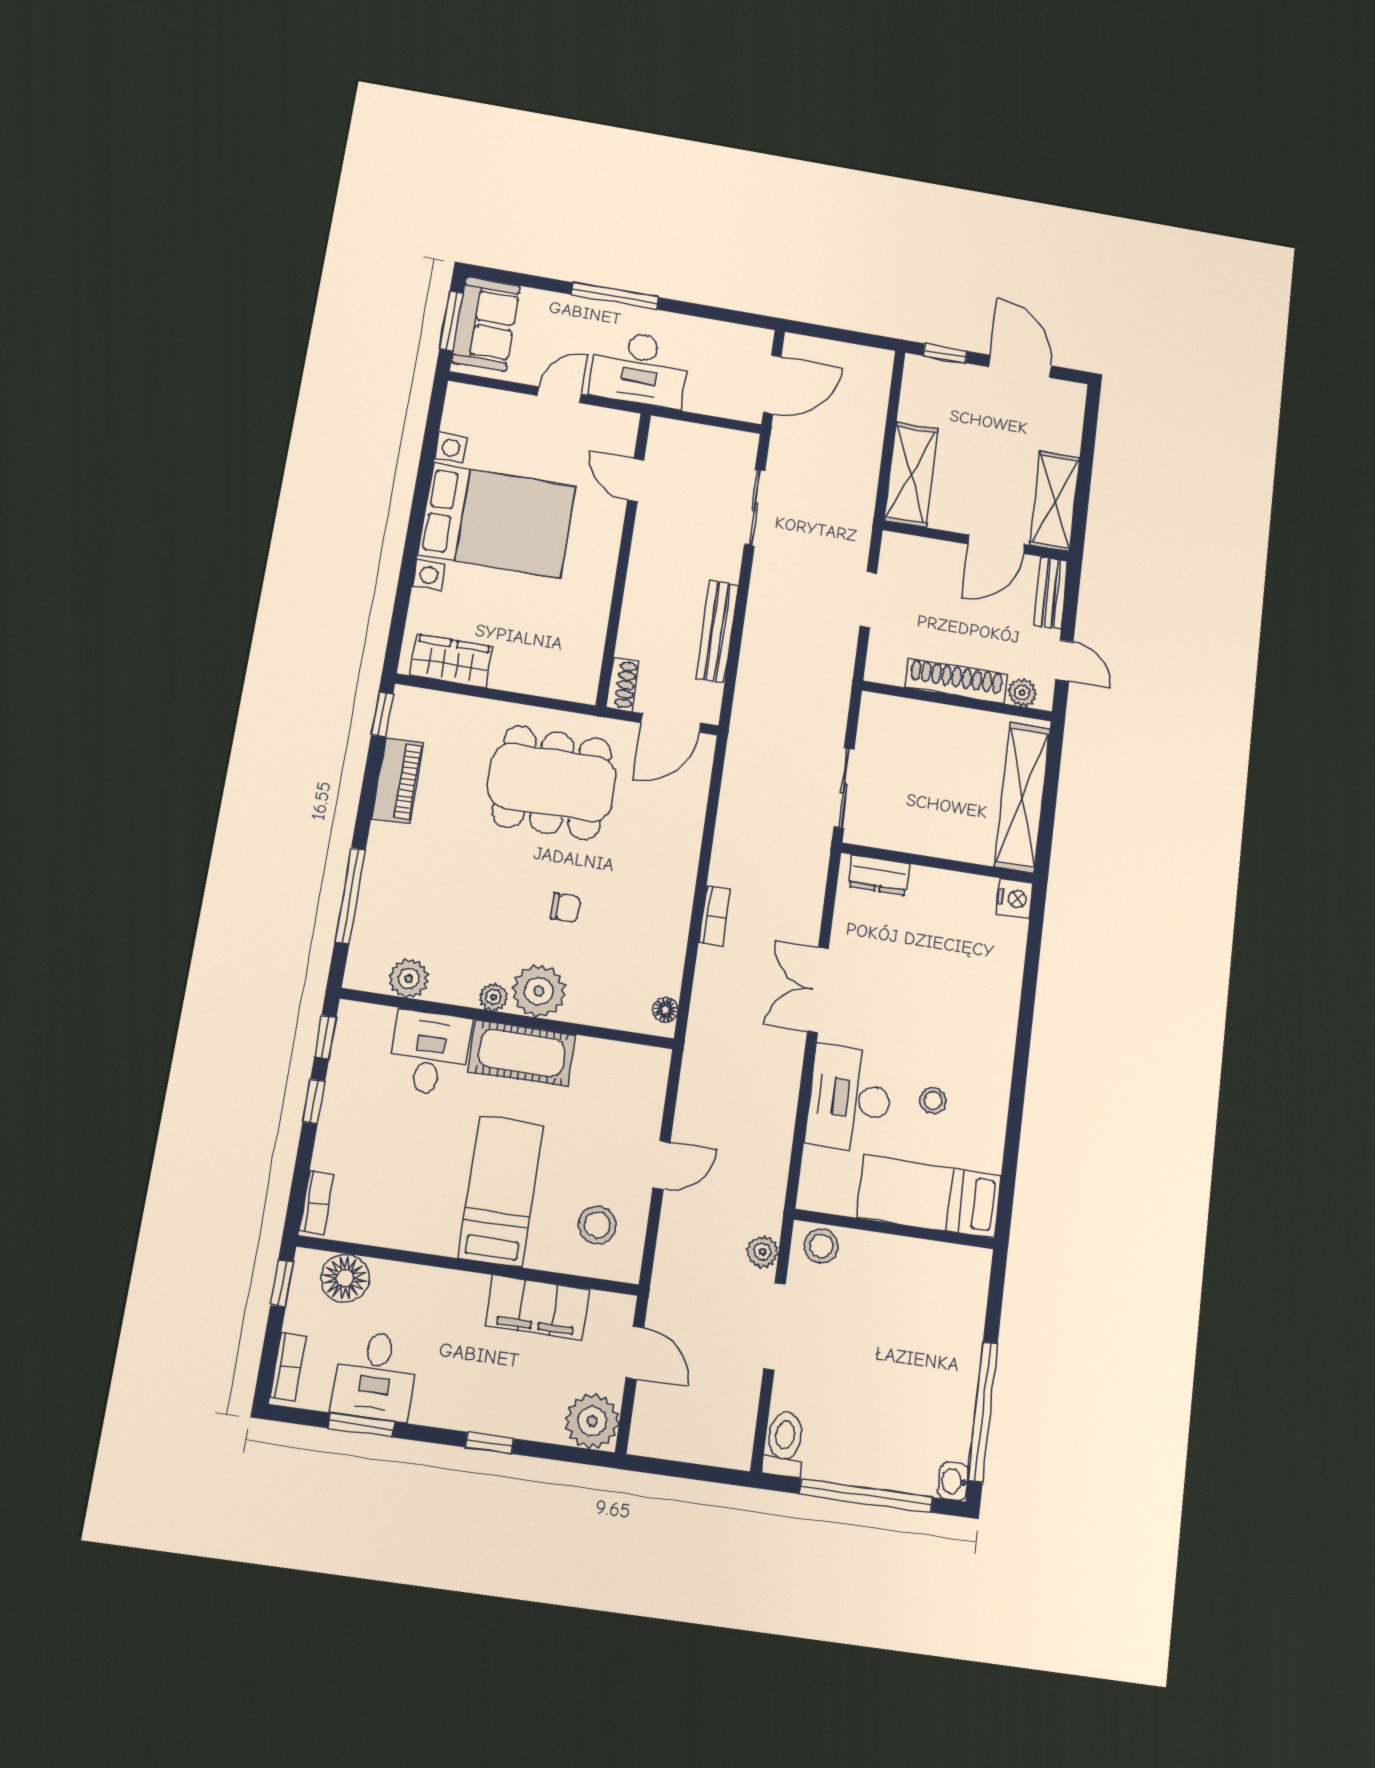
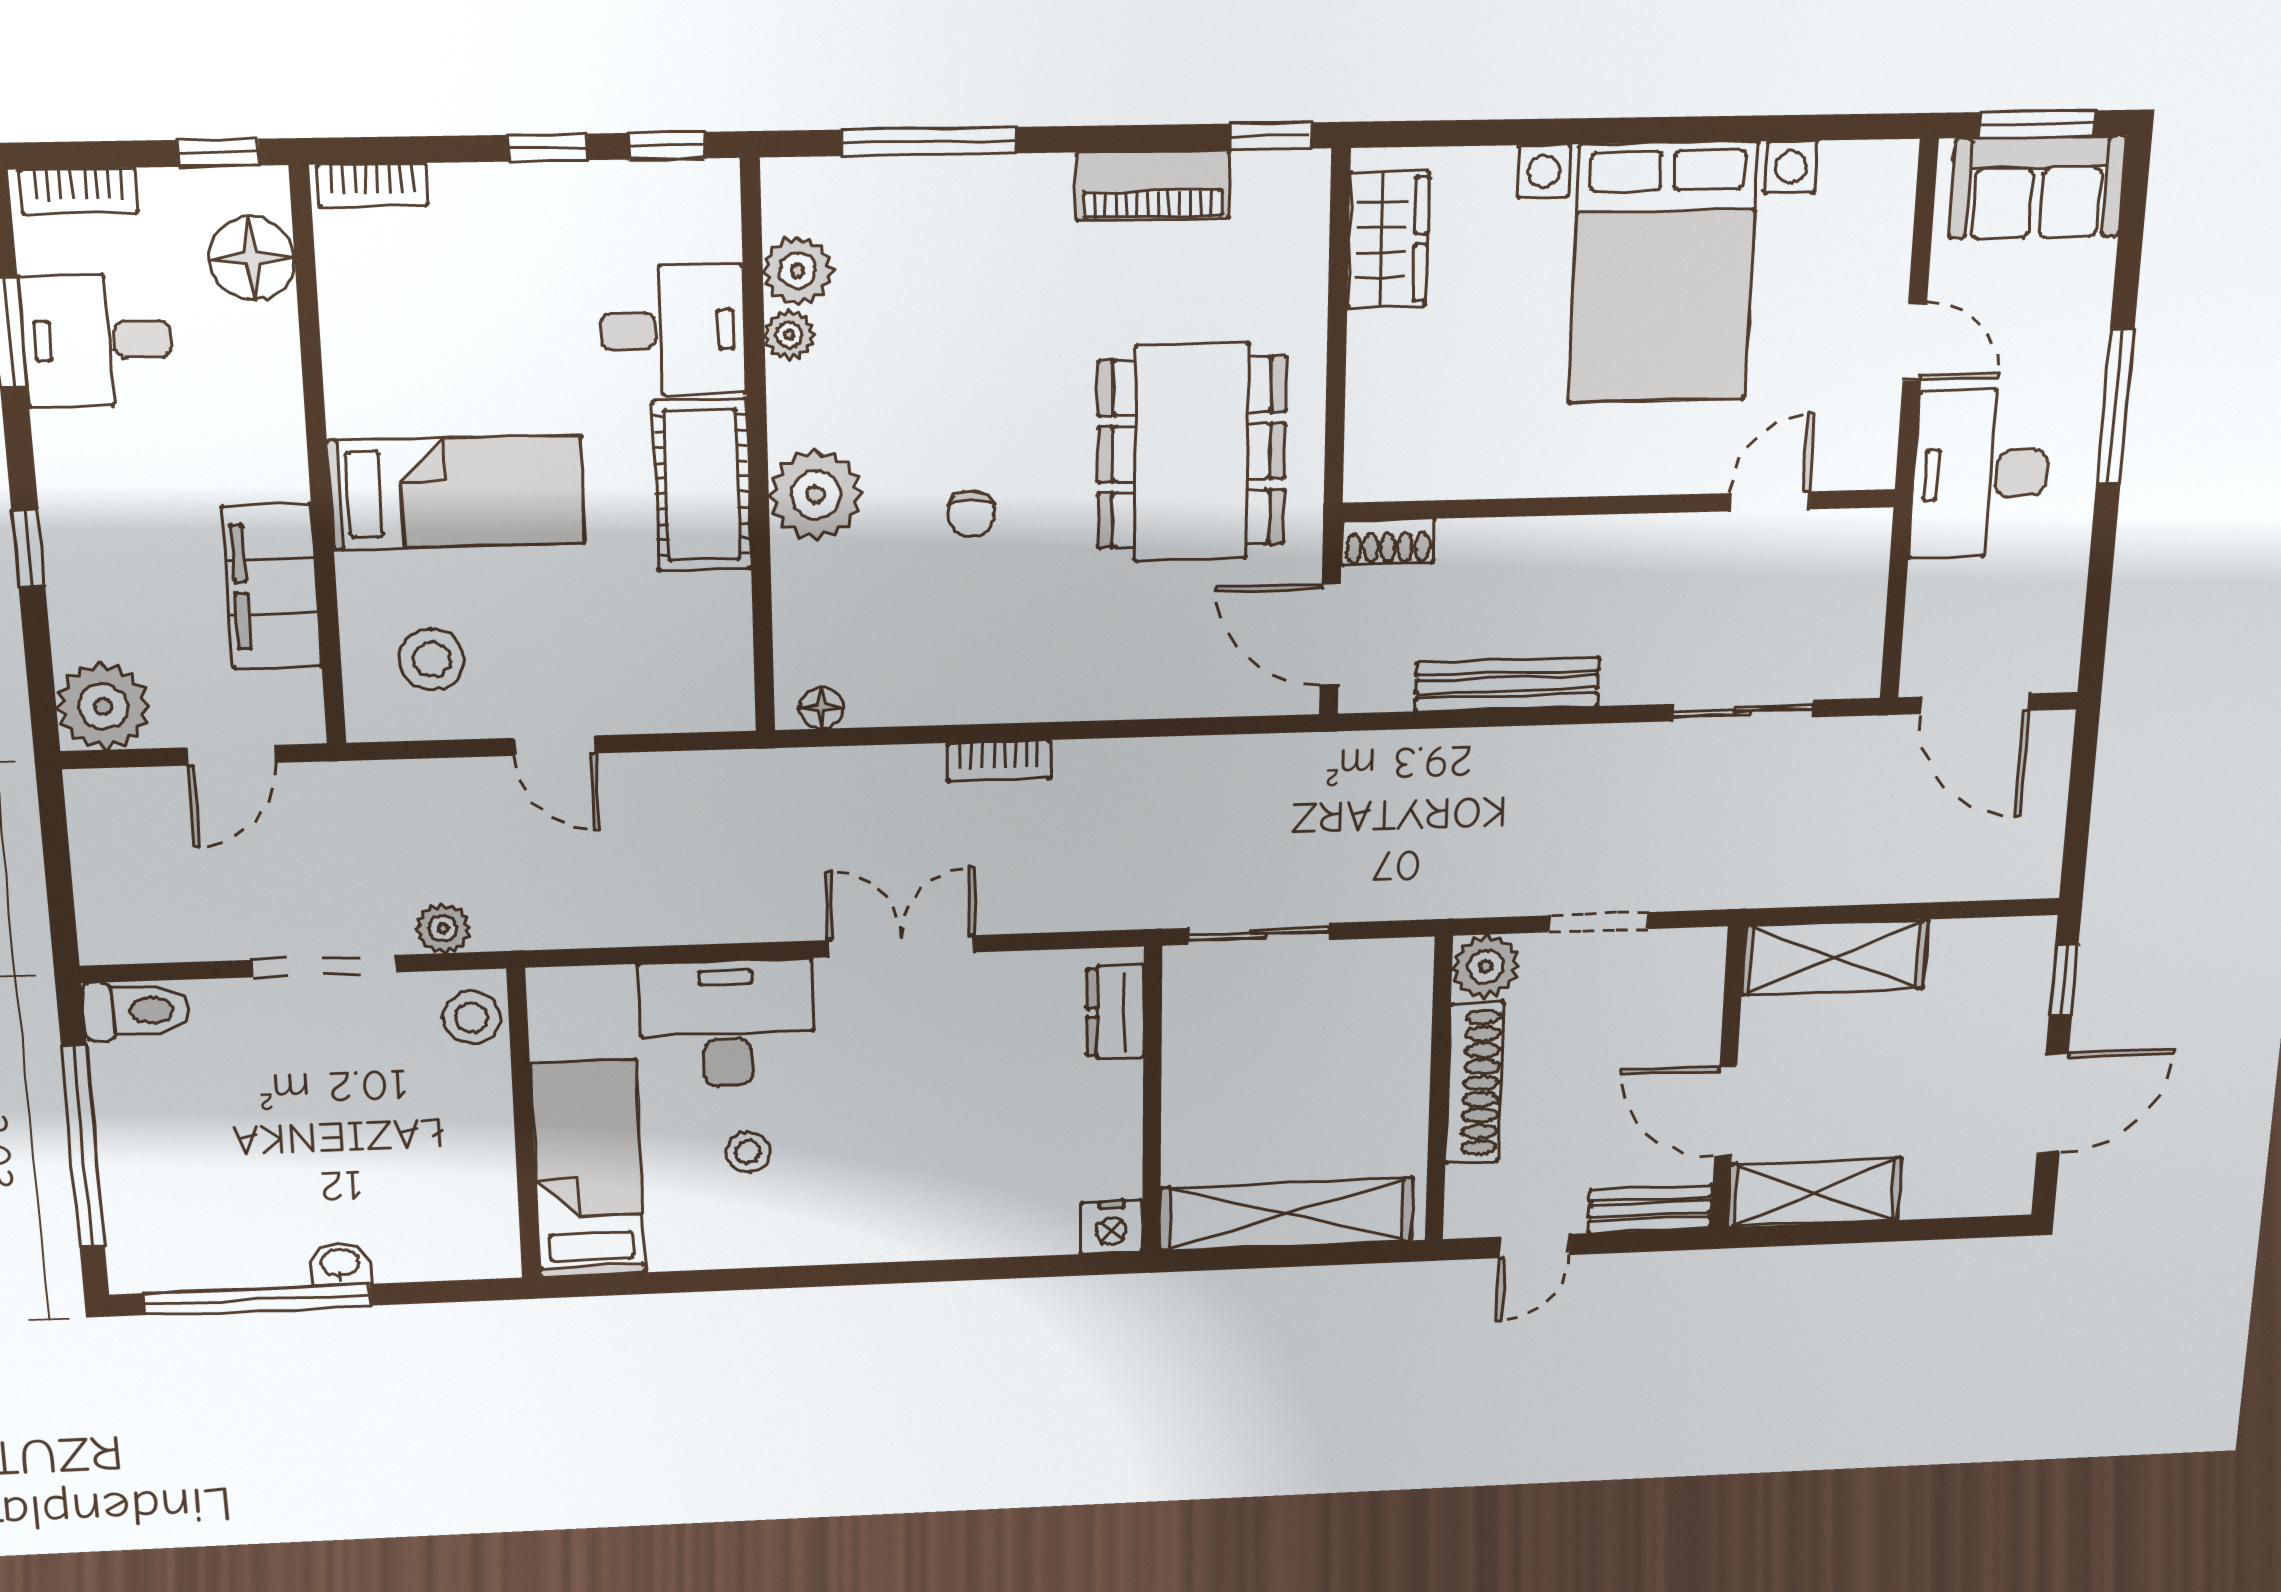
plant: (1022, 693) -> (1486, 966), moved, width x1.38, depth x1.38
plant: (493, 997) -> (789, 335), moved
washbasin: (953, 1481) -> (340, 1264), moved

